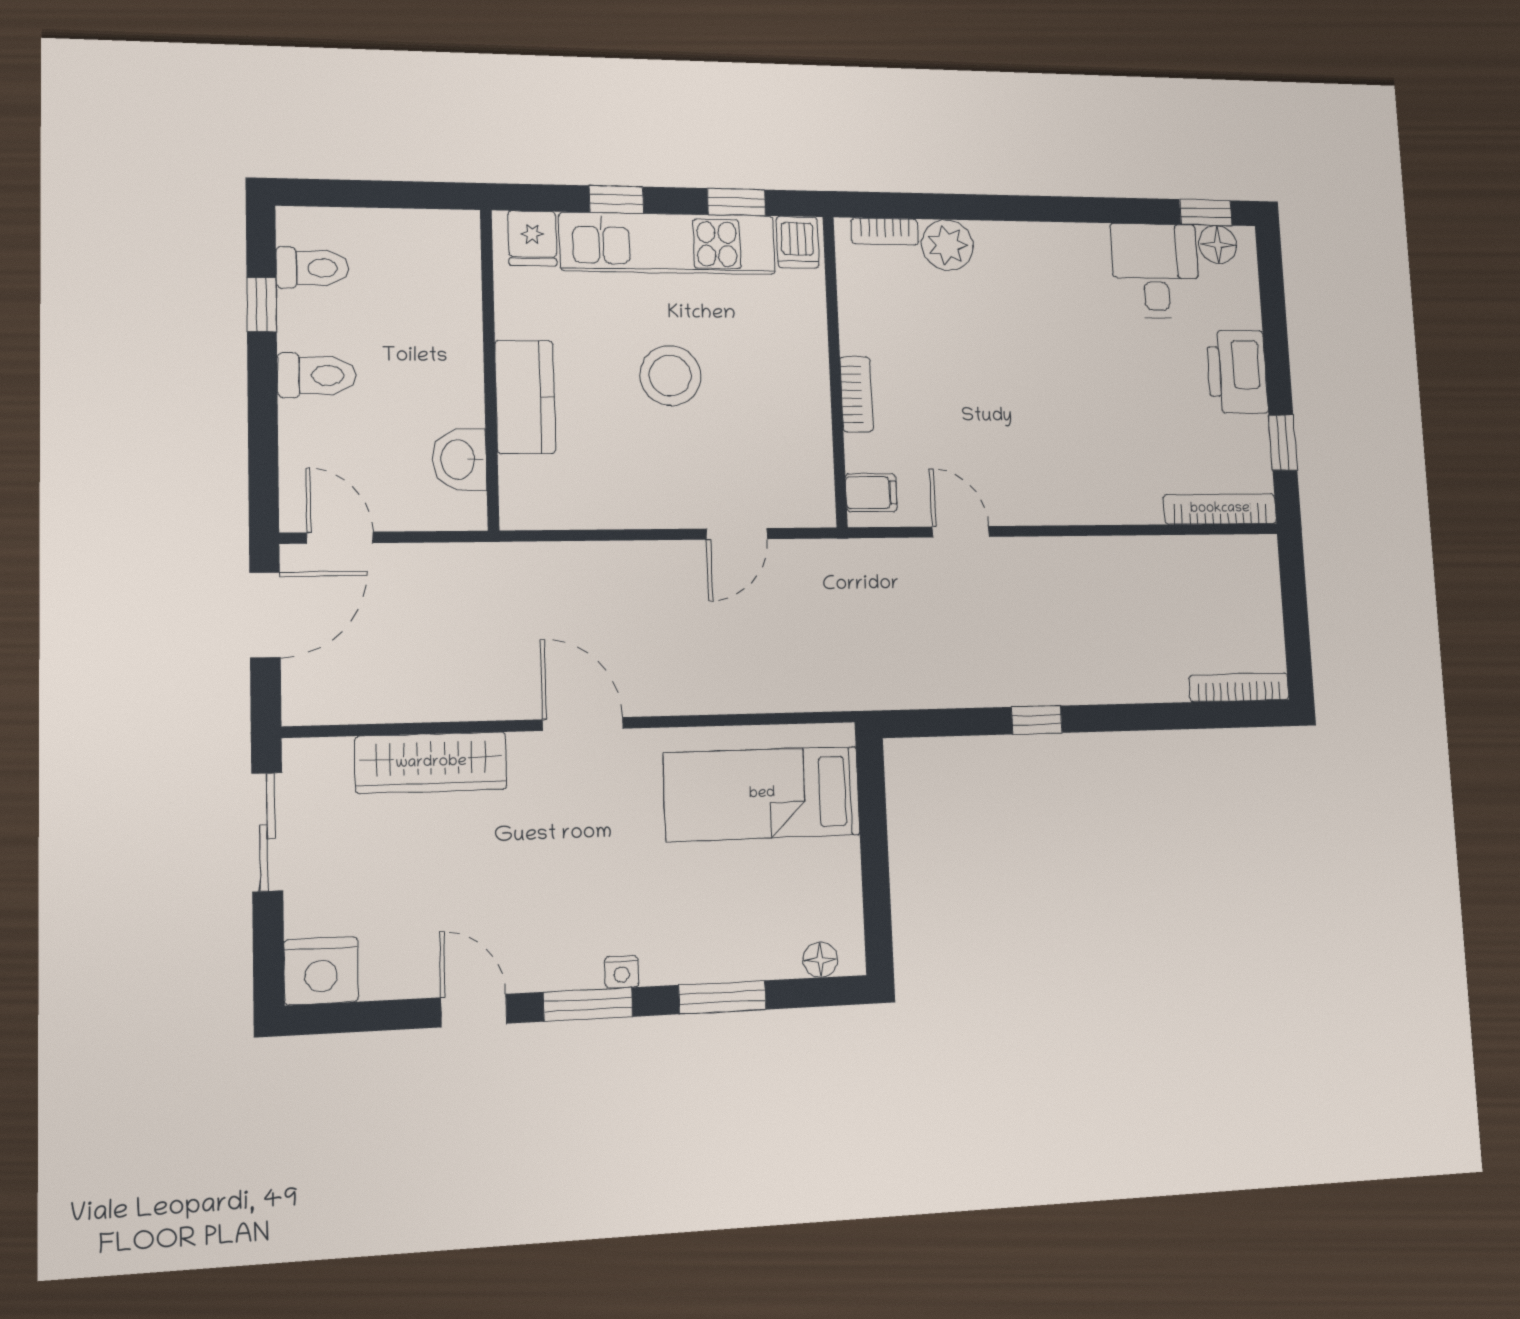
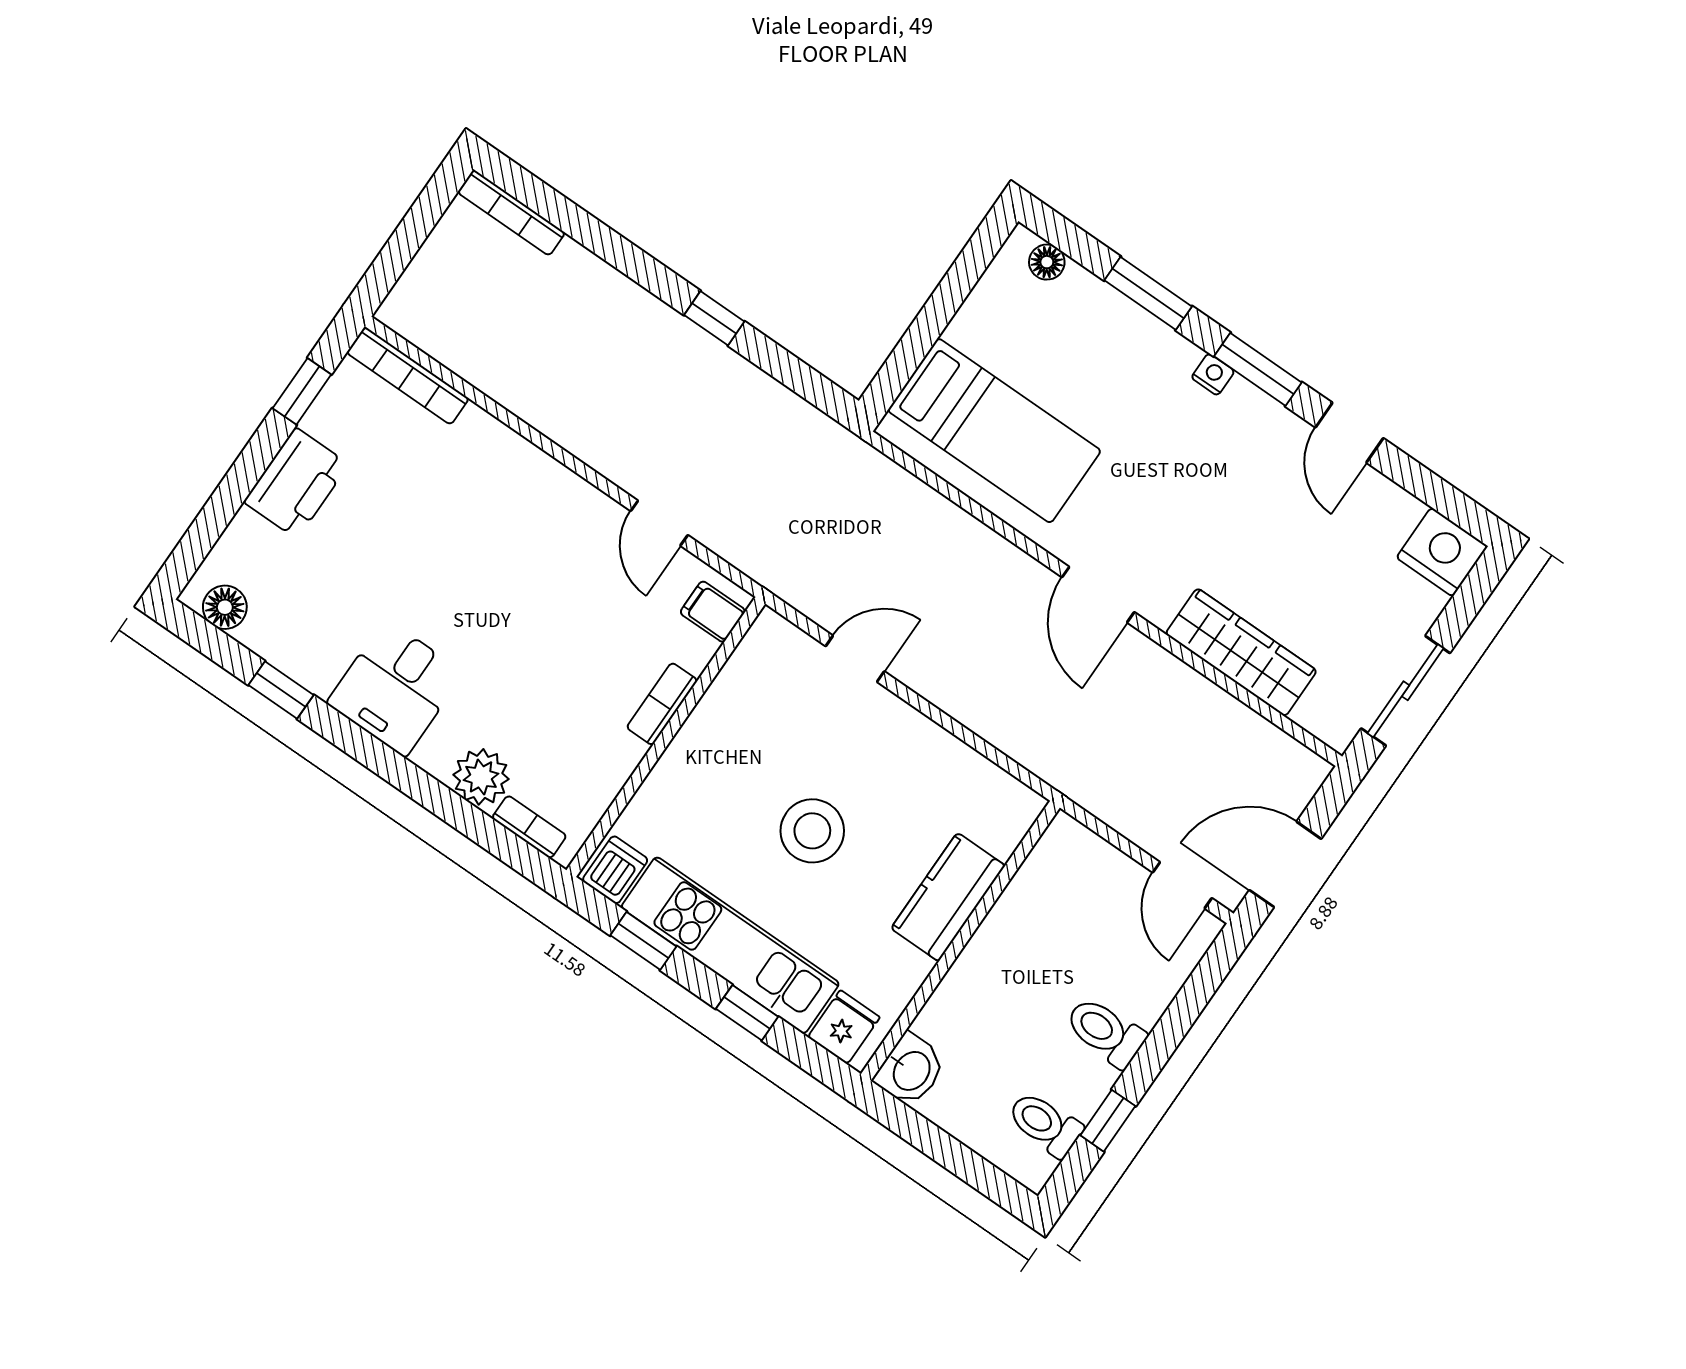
window: (1206, 212) -> (281, 690), moved
desk: (1155, 271) -> (395, 688), moved
washbasin: (459, 460) -> (910, 1070), moved

